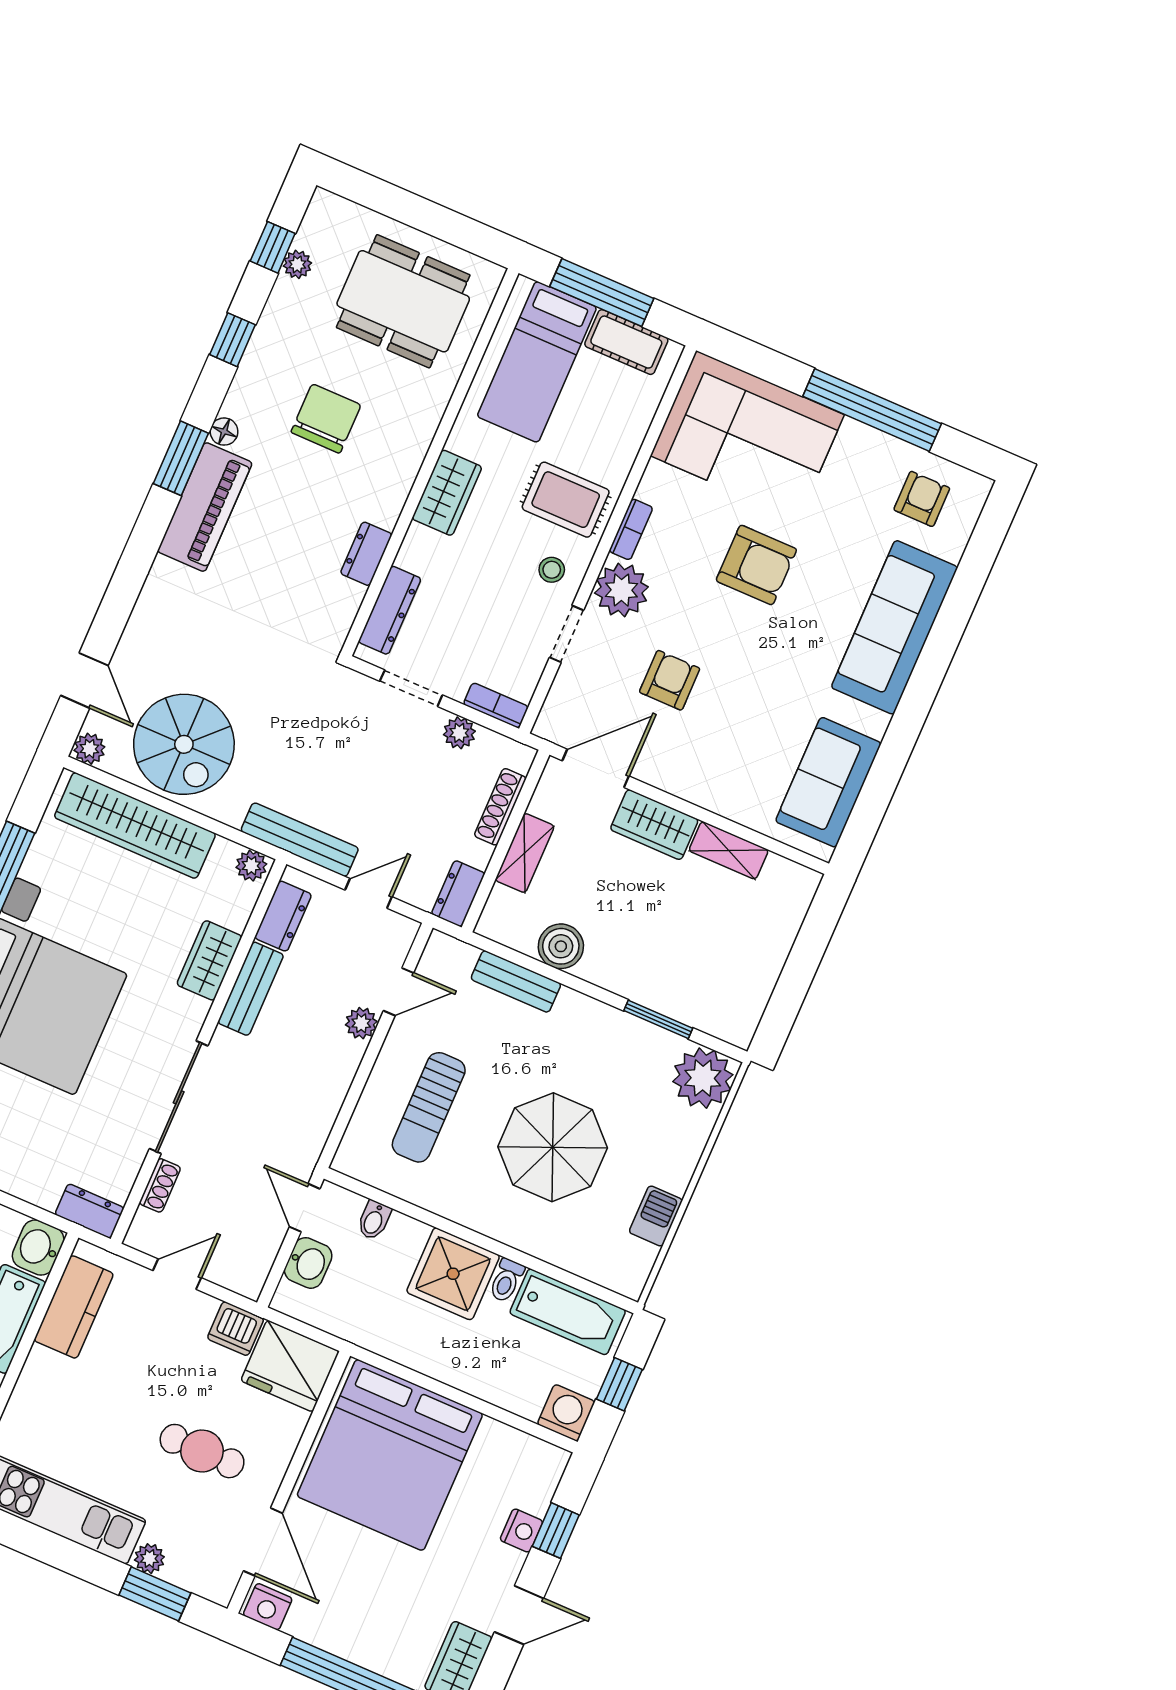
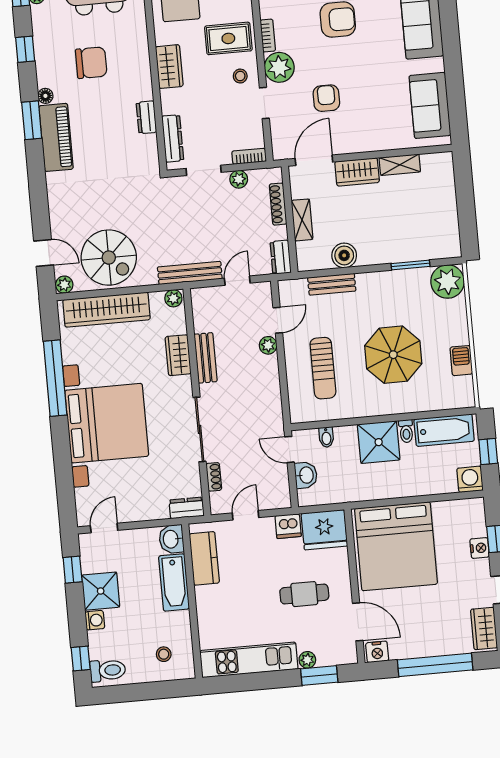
chair: (326, 419) -> (91, 63), turned 90
dresser: (283, 916) -> (202, 314), removed

